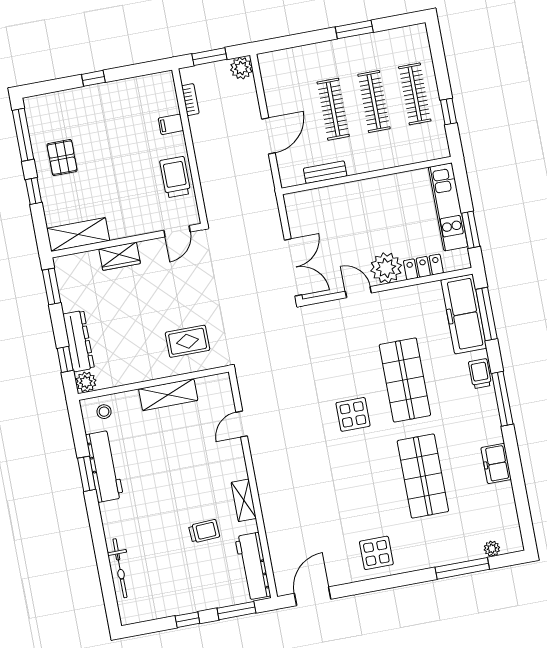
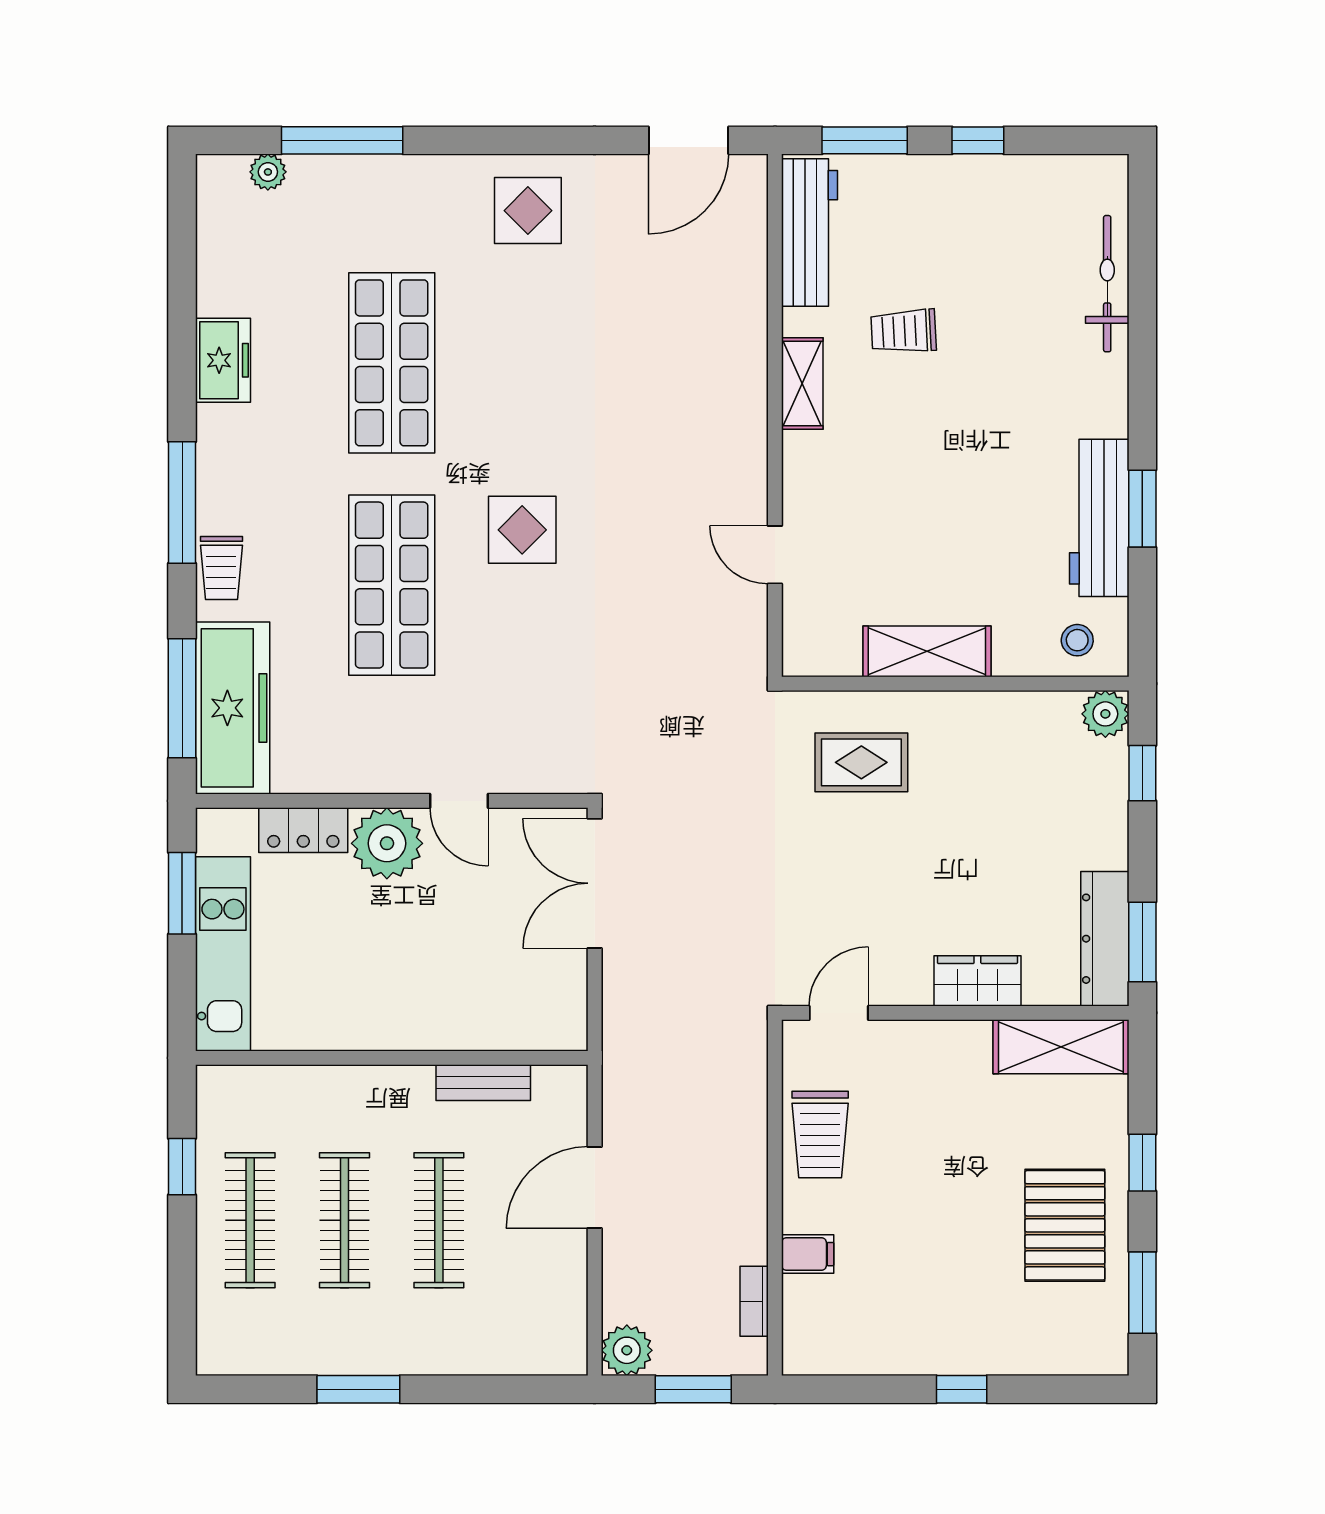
window: (23, 135) -> (1142, 1293), width x0.69
pallet: (62, 158) -> (1065, 1225), width x1.50, depth x1.42
dresser: (79, 341) -> (1105, 939), moved
door: (242, 424) -> (775, 555), swing flipped

